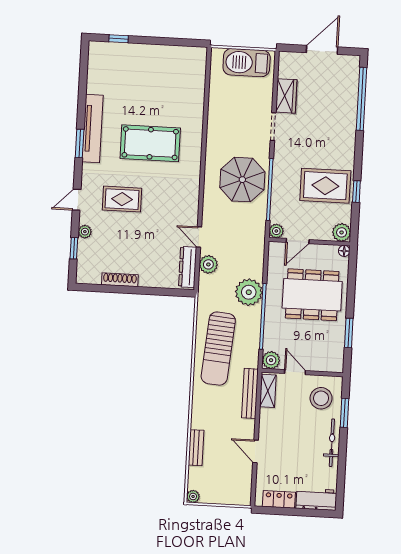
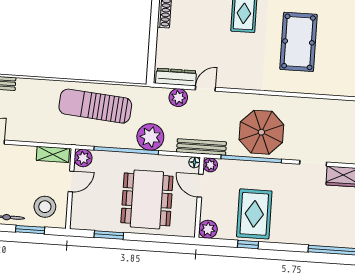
floor lamp: (344, 251) -> (194, 162), moved
bench: (250, 393) -> (201, 147), moved

